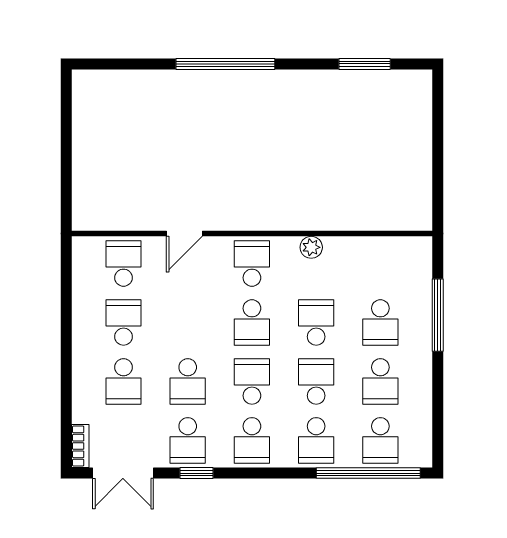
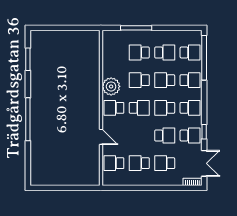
plant: (311, 247) -> (111, 86), width x1.87, depth x1.87
school desk: (380, 322) -> (139, 53), turned 180
school desk: (123, 381) -> (165, 163), turned 180

